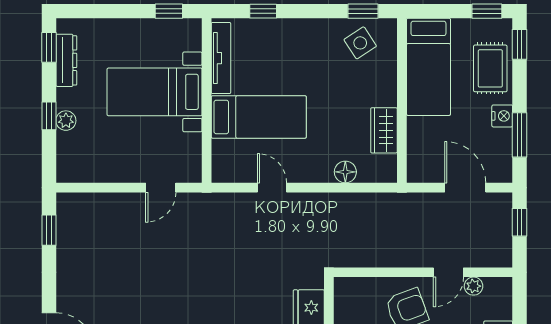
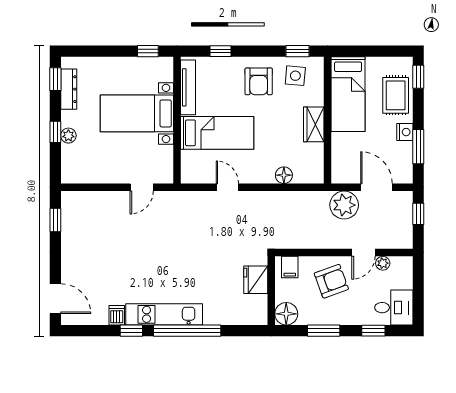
window: (487, 11) -> (393, 51), removed
side table: (360, 43) -> (295, 76), turned 38
armchair: (313, 50) -> (259, 81), added
wardrobe: (384, 130) -> (314, 124), moved
plant: (423, 211) -> (344, 205), added
filing cabinet: (353, 291) -> (290, 267), added

